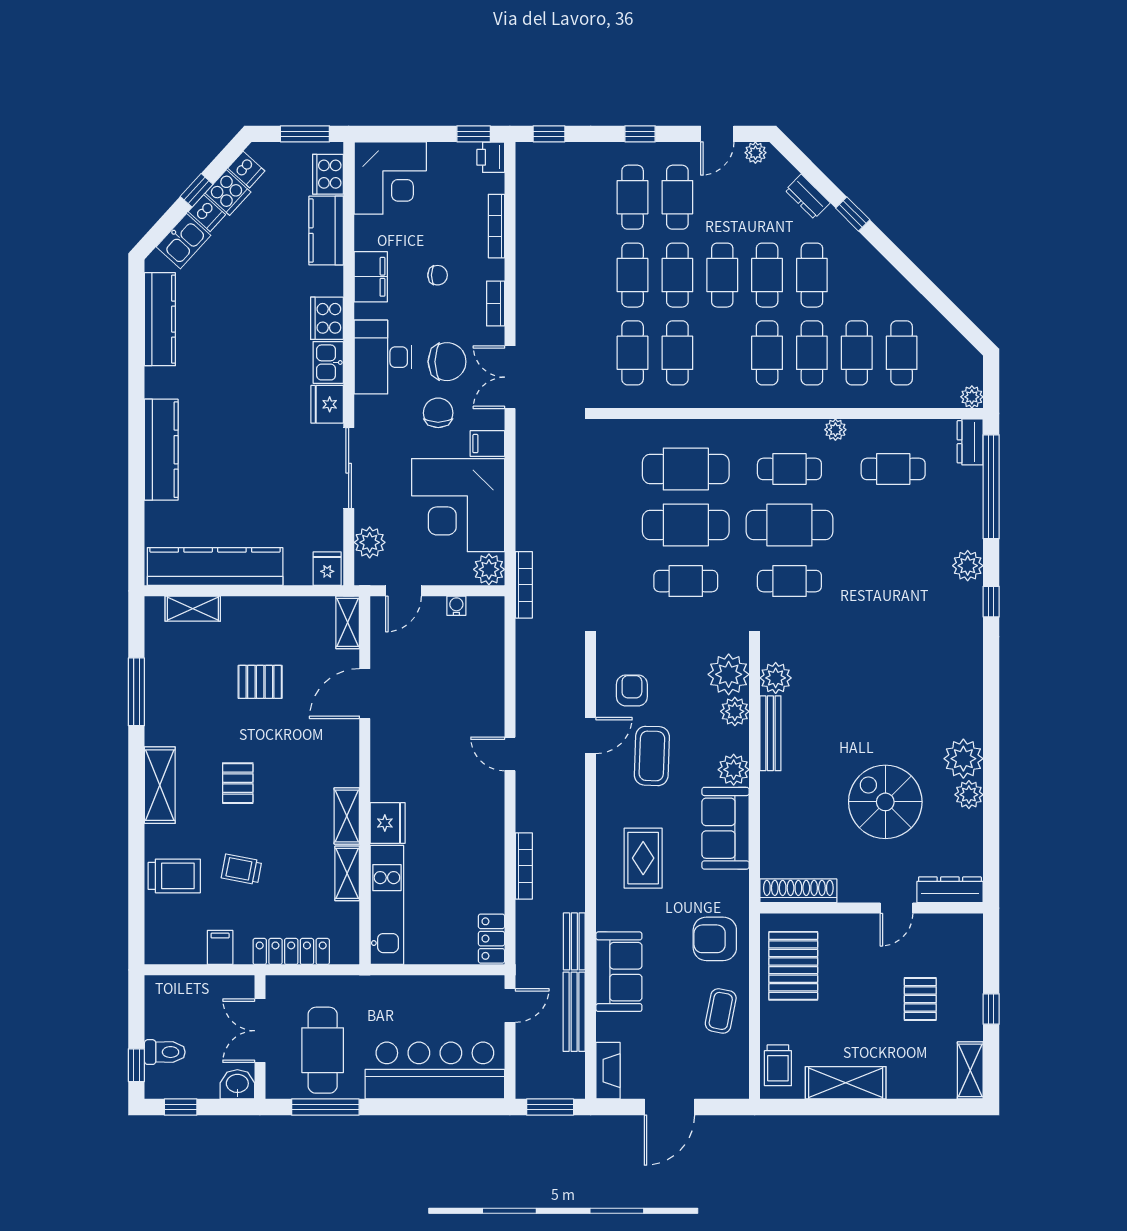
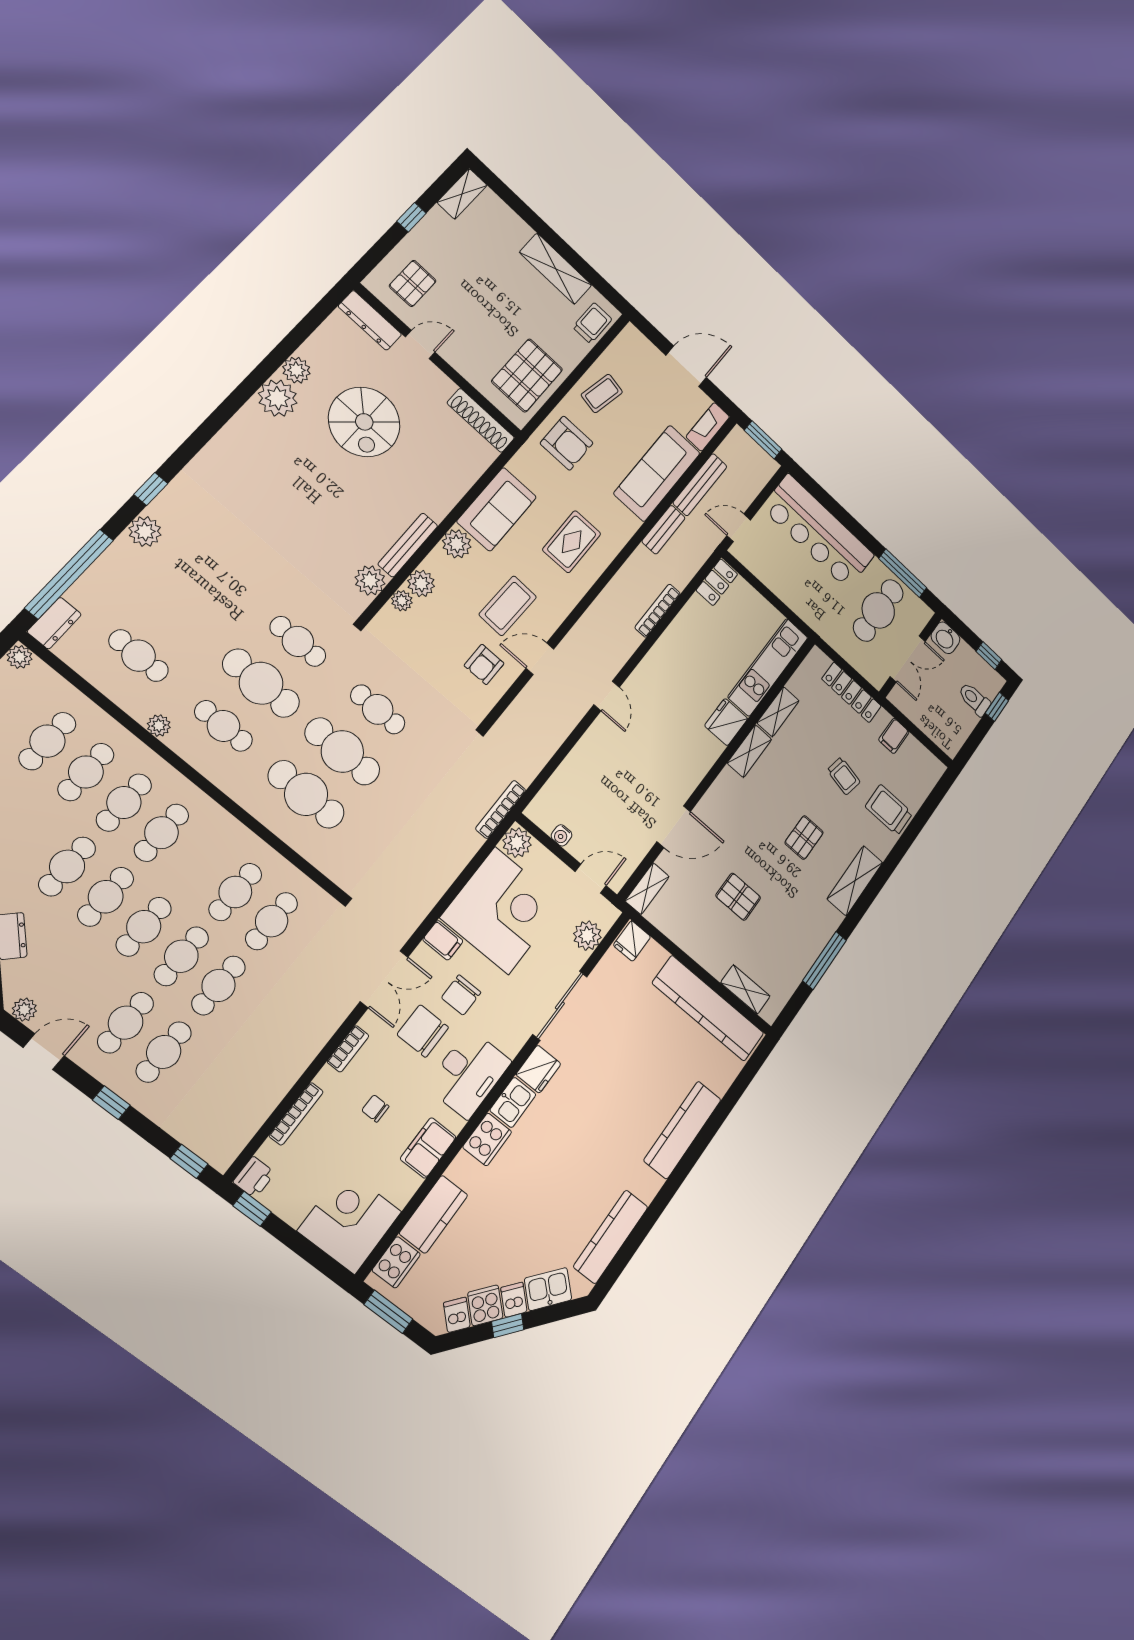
plant: (729, 674) -> (402, 601), width x0.53, depth x0.53
sofa: (619, 972) -> (657, 473), width x1.36
pallet: (920, 999) -> (413, 283), moved

